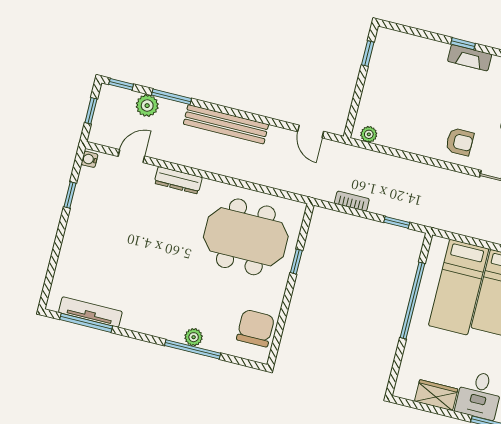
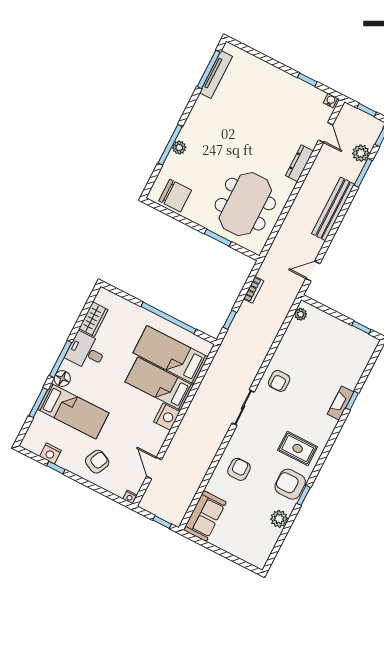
window: (296, 262) -> (218, 238), width x1.50

